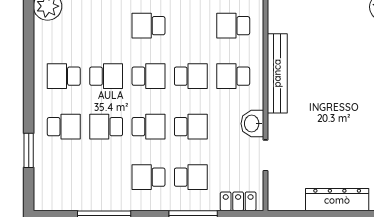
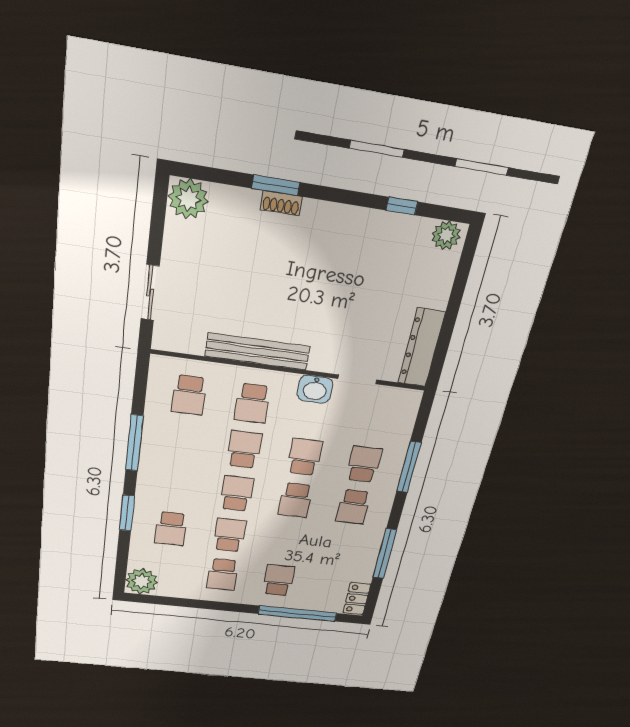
school desk: (148, 26) -> (171, 529), moved
school desk: (106, 127) -> (287, 541), removed
school desk: (148, 127) -> (295, 500), turned 180
window: (29, 150) -> (297, 614), width x2.11
dresser: (337, 200) -> (421, 348), moved
locker: (238, 201) -> (357, 599), moved

